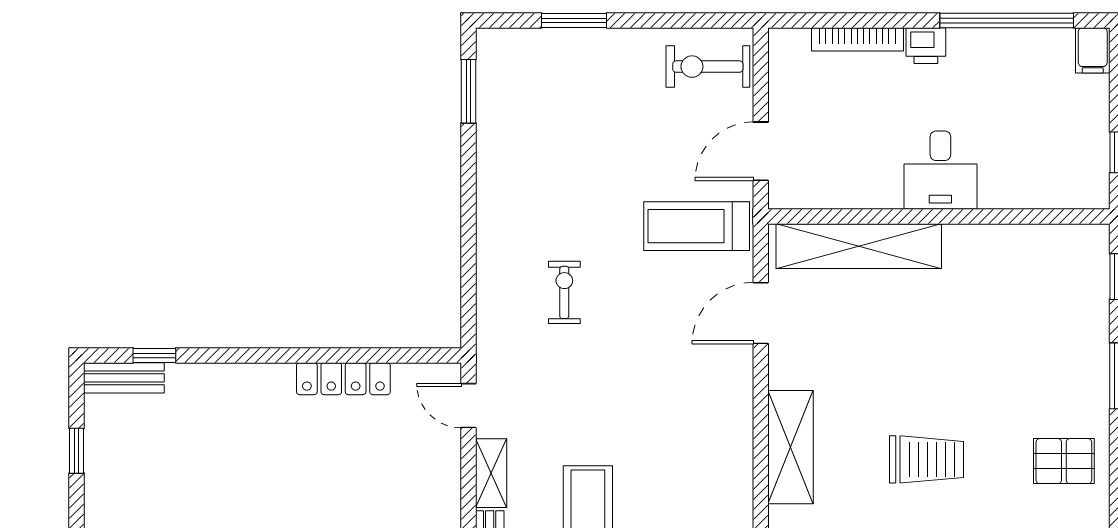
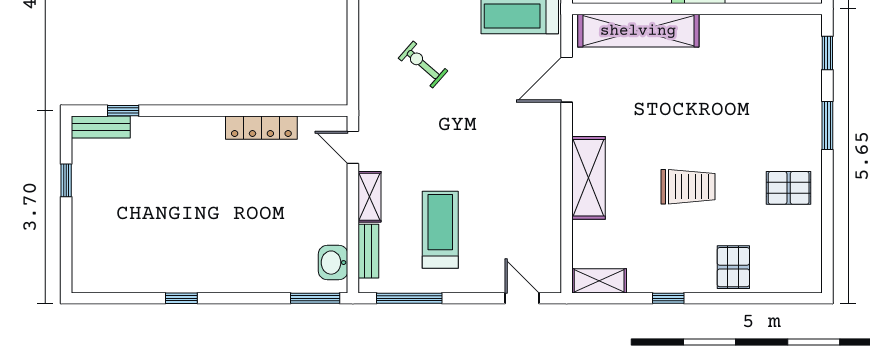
exercise bike: (564, 292) -> (423, 65), turned -49

